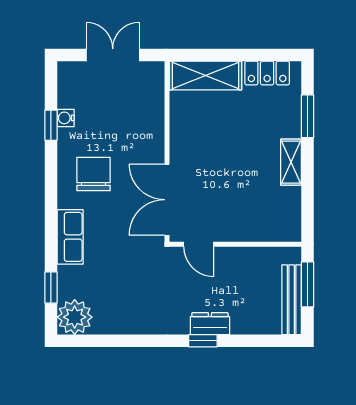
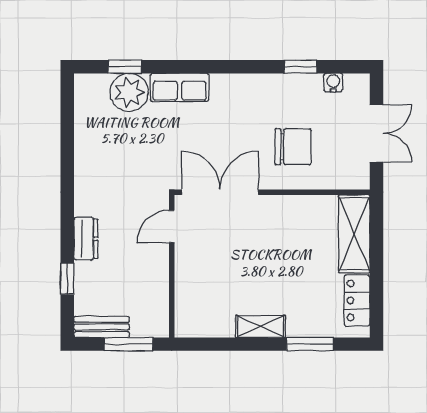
water cooler: (66, 118) -> (333, 83), moved
chair: (94, 174) -> (293, 147), moved
bench: (292, 300) -> (102, 327), width x0.73
plant: (75, 317) -> (129, 92), moved
window: (203, 341) -> (67, 279), moved

